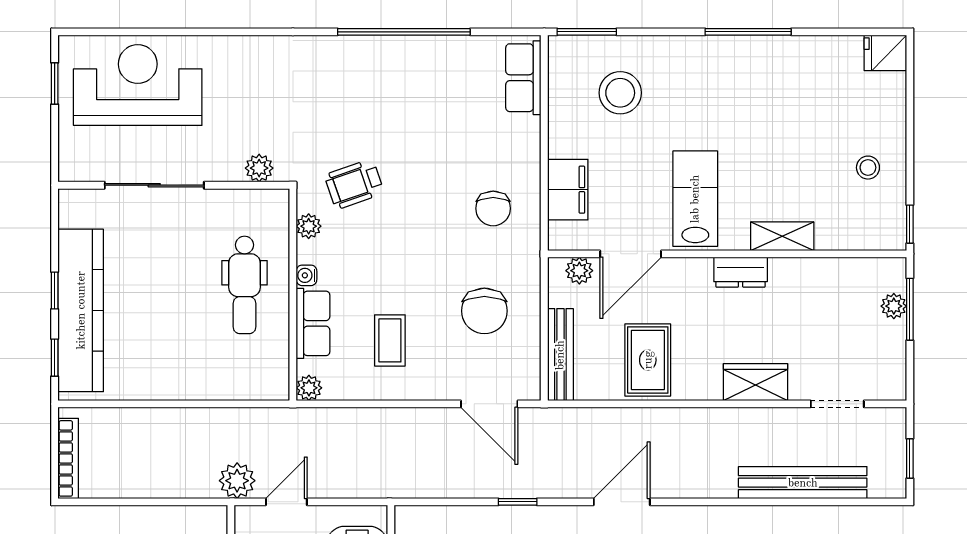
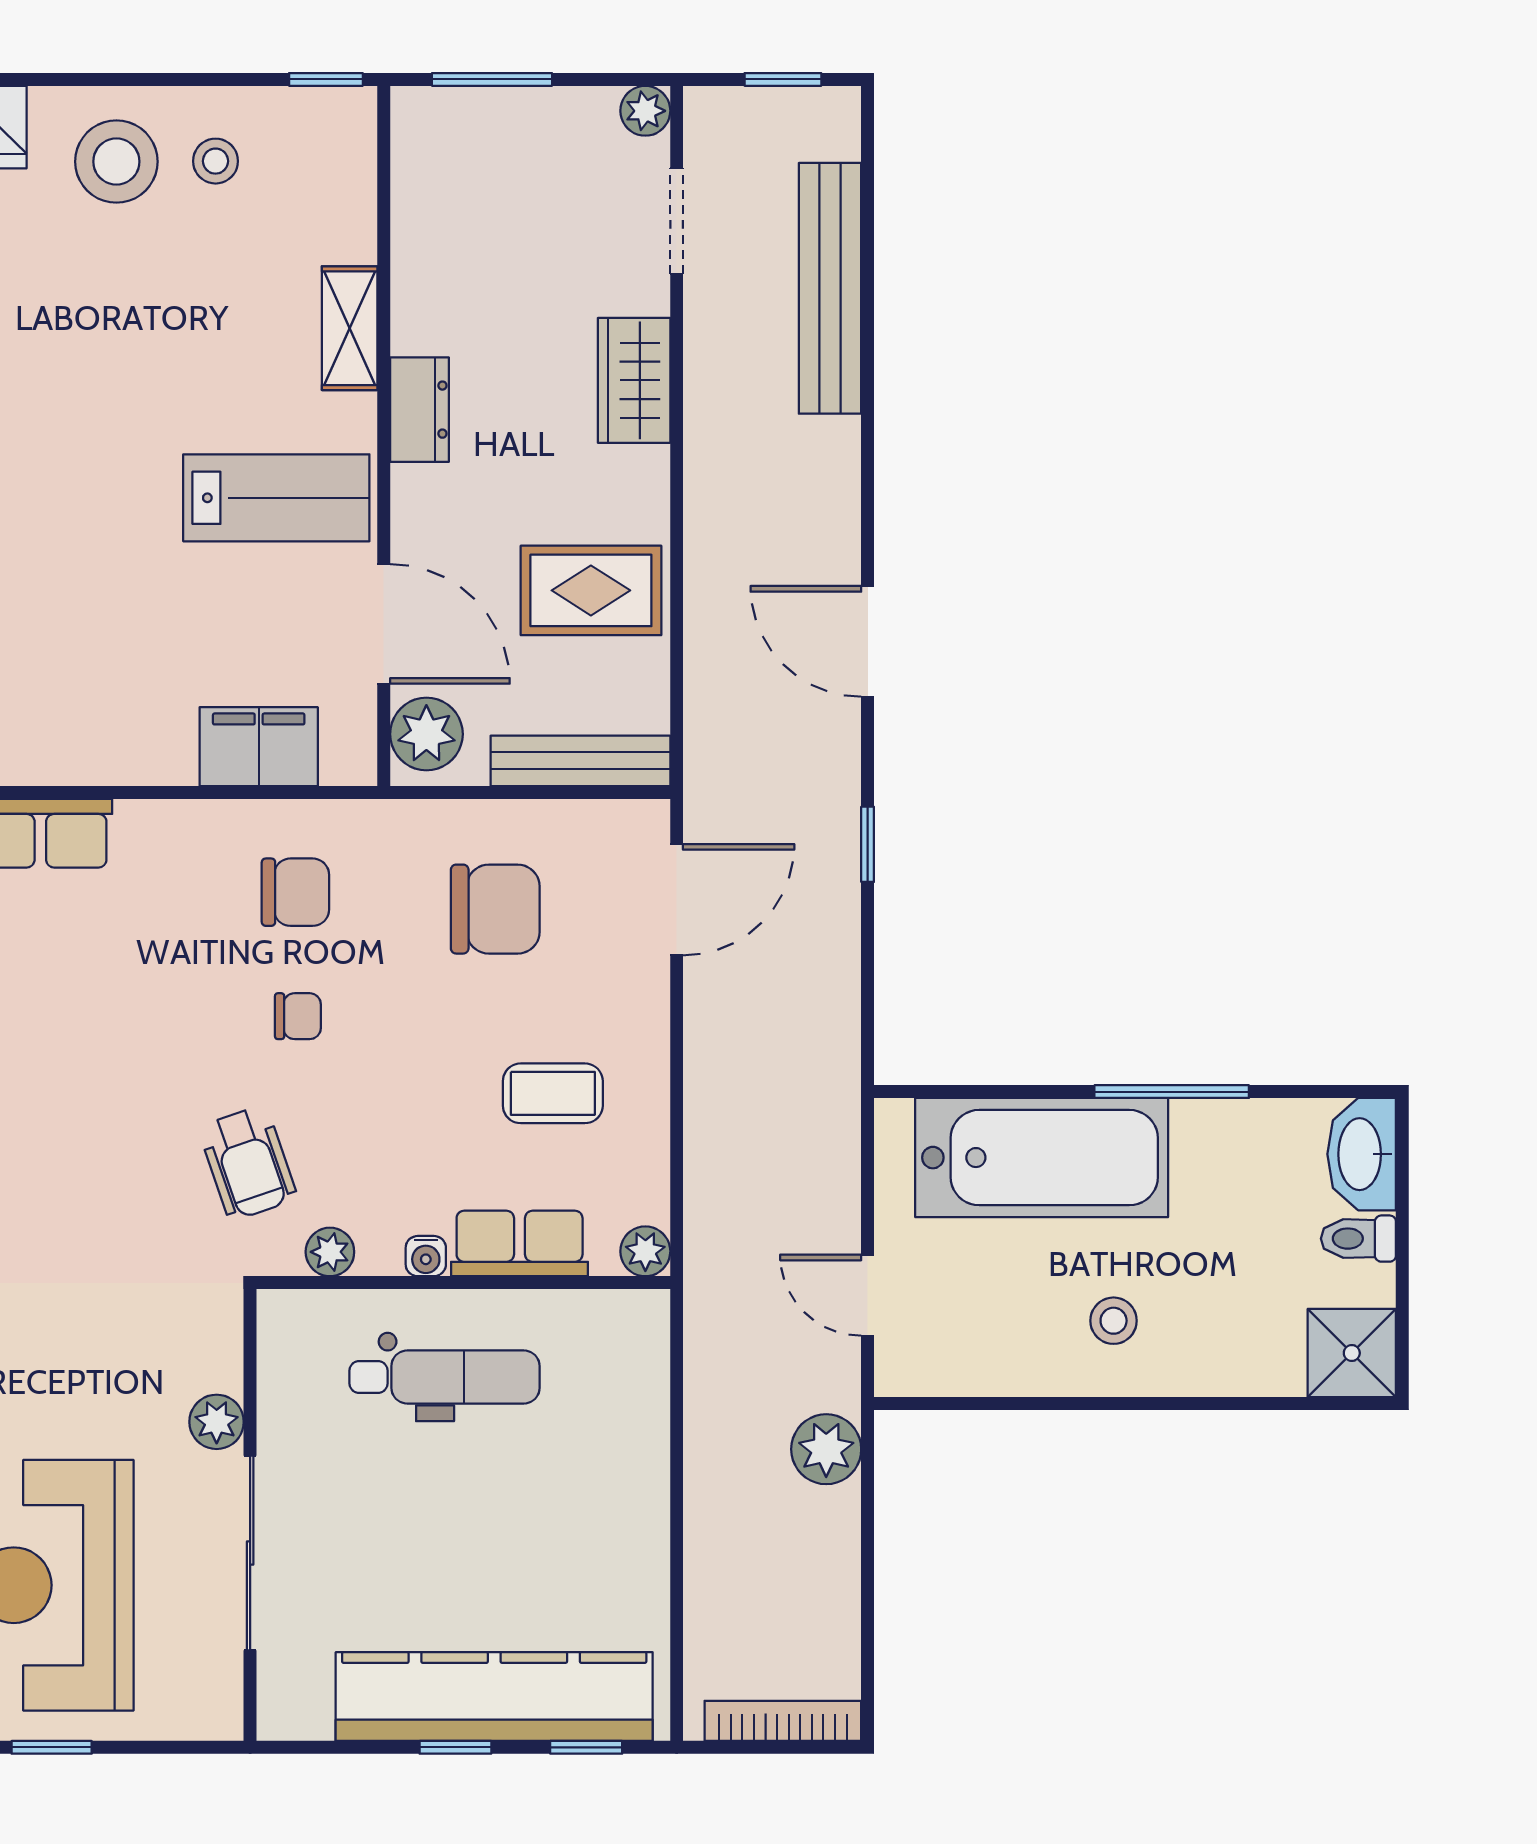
stool: (620, 93) -> (116, 162), moved
plant: (259, 168) -> (217, 1422), moved
lab bench: (695, 199) -> (276, 498), turned 180
chair: (430, 210) -> (298, 1016), added
plant: (579, 271) -> (426, 734), width x1.38, depth x1.38
plant: (894, 306) -> (645, 111), moved
plant: (237, 481) -> (826, 1449), moved

